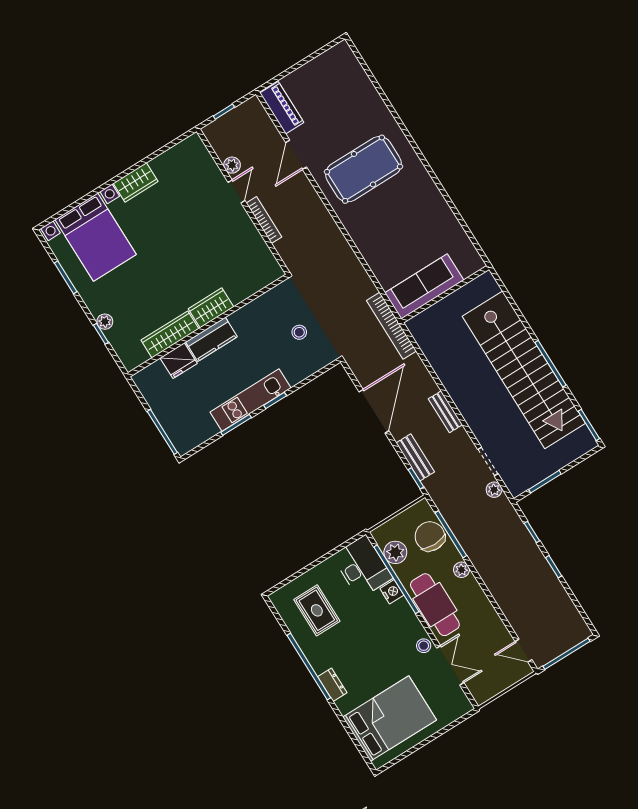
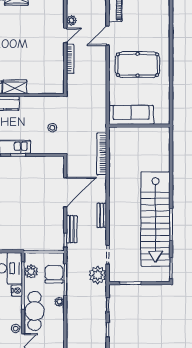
sofa: (424, 286) -> (131, 115), moved
wall: (445, 294) -> (139, 126), moved
plant: (494, 490) -> (98, 275), width x1.88, depth x1.88

